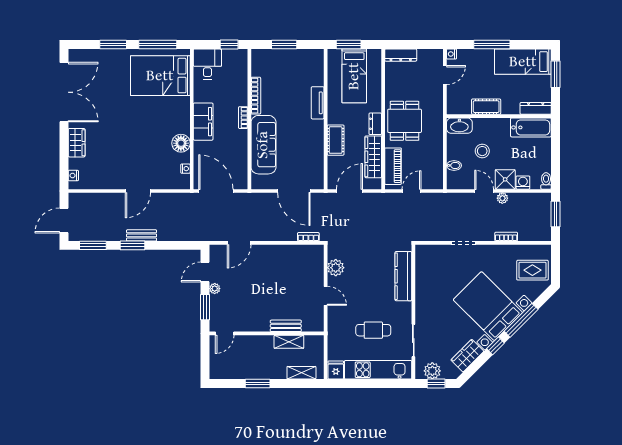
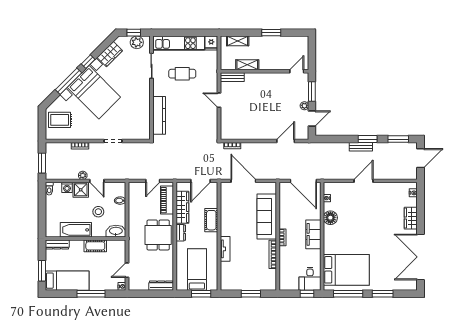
window: (229, 45) -> (307, 294), moved
bathtub: (531, 127) -> (76, 230), moved
plant: (336, 268) -> (211, 122), removed
bench: (286, 326) -> (232, 77), moved

